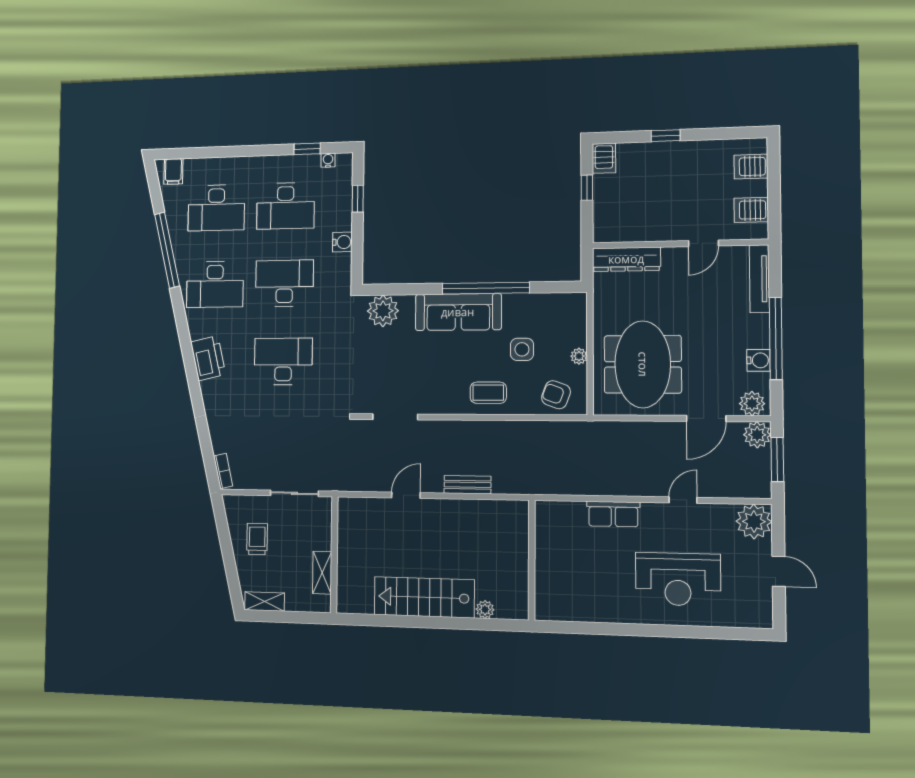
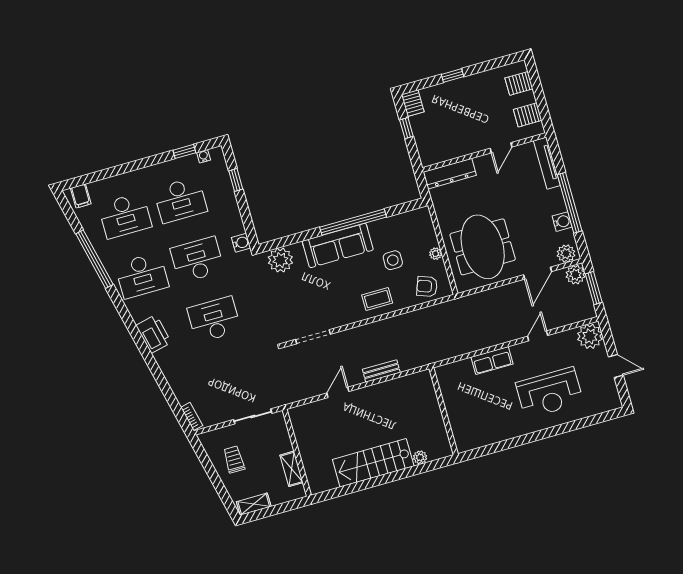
water cooler: (342, 242) -> (241, 243), moved

